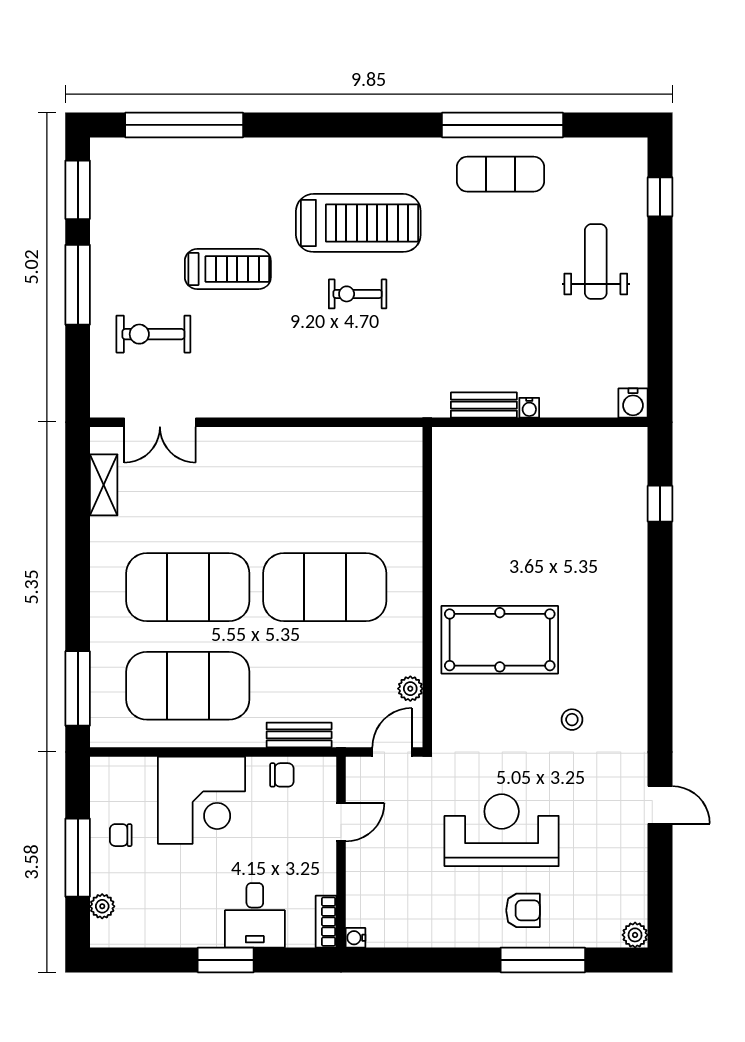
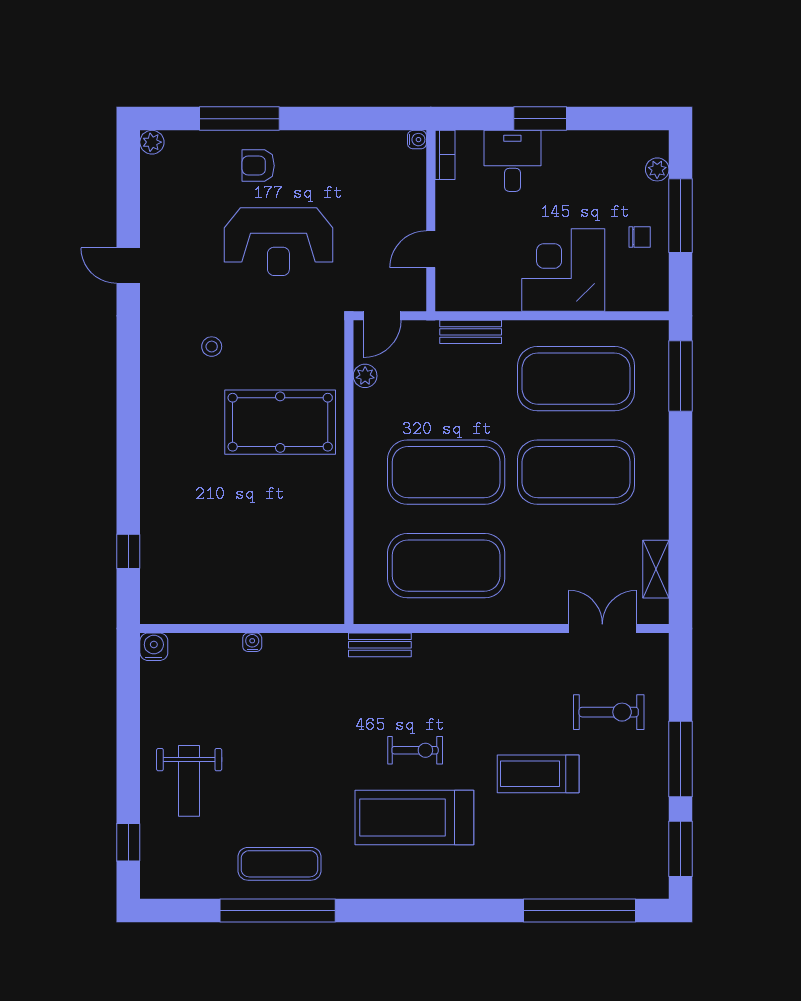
bench: (484, 405) -> (380, 645), moved
exercise mat: (325, 489) -> (446, 566), added
chair: (282, 775) -> (487, 294), removed

